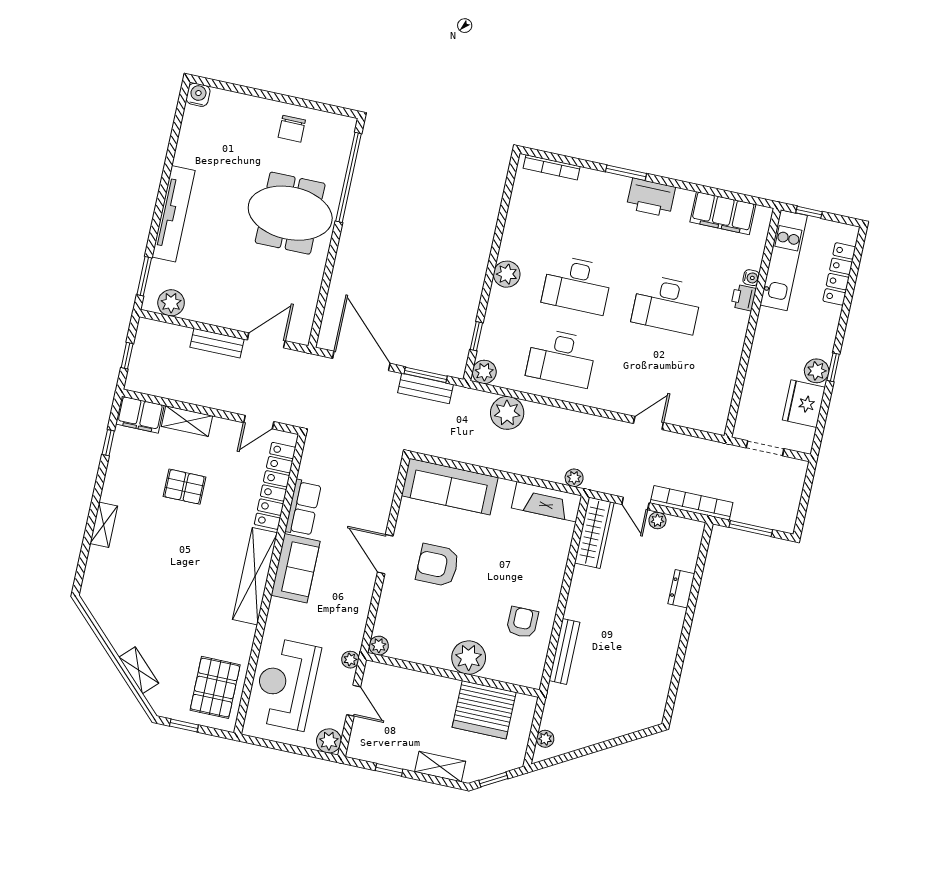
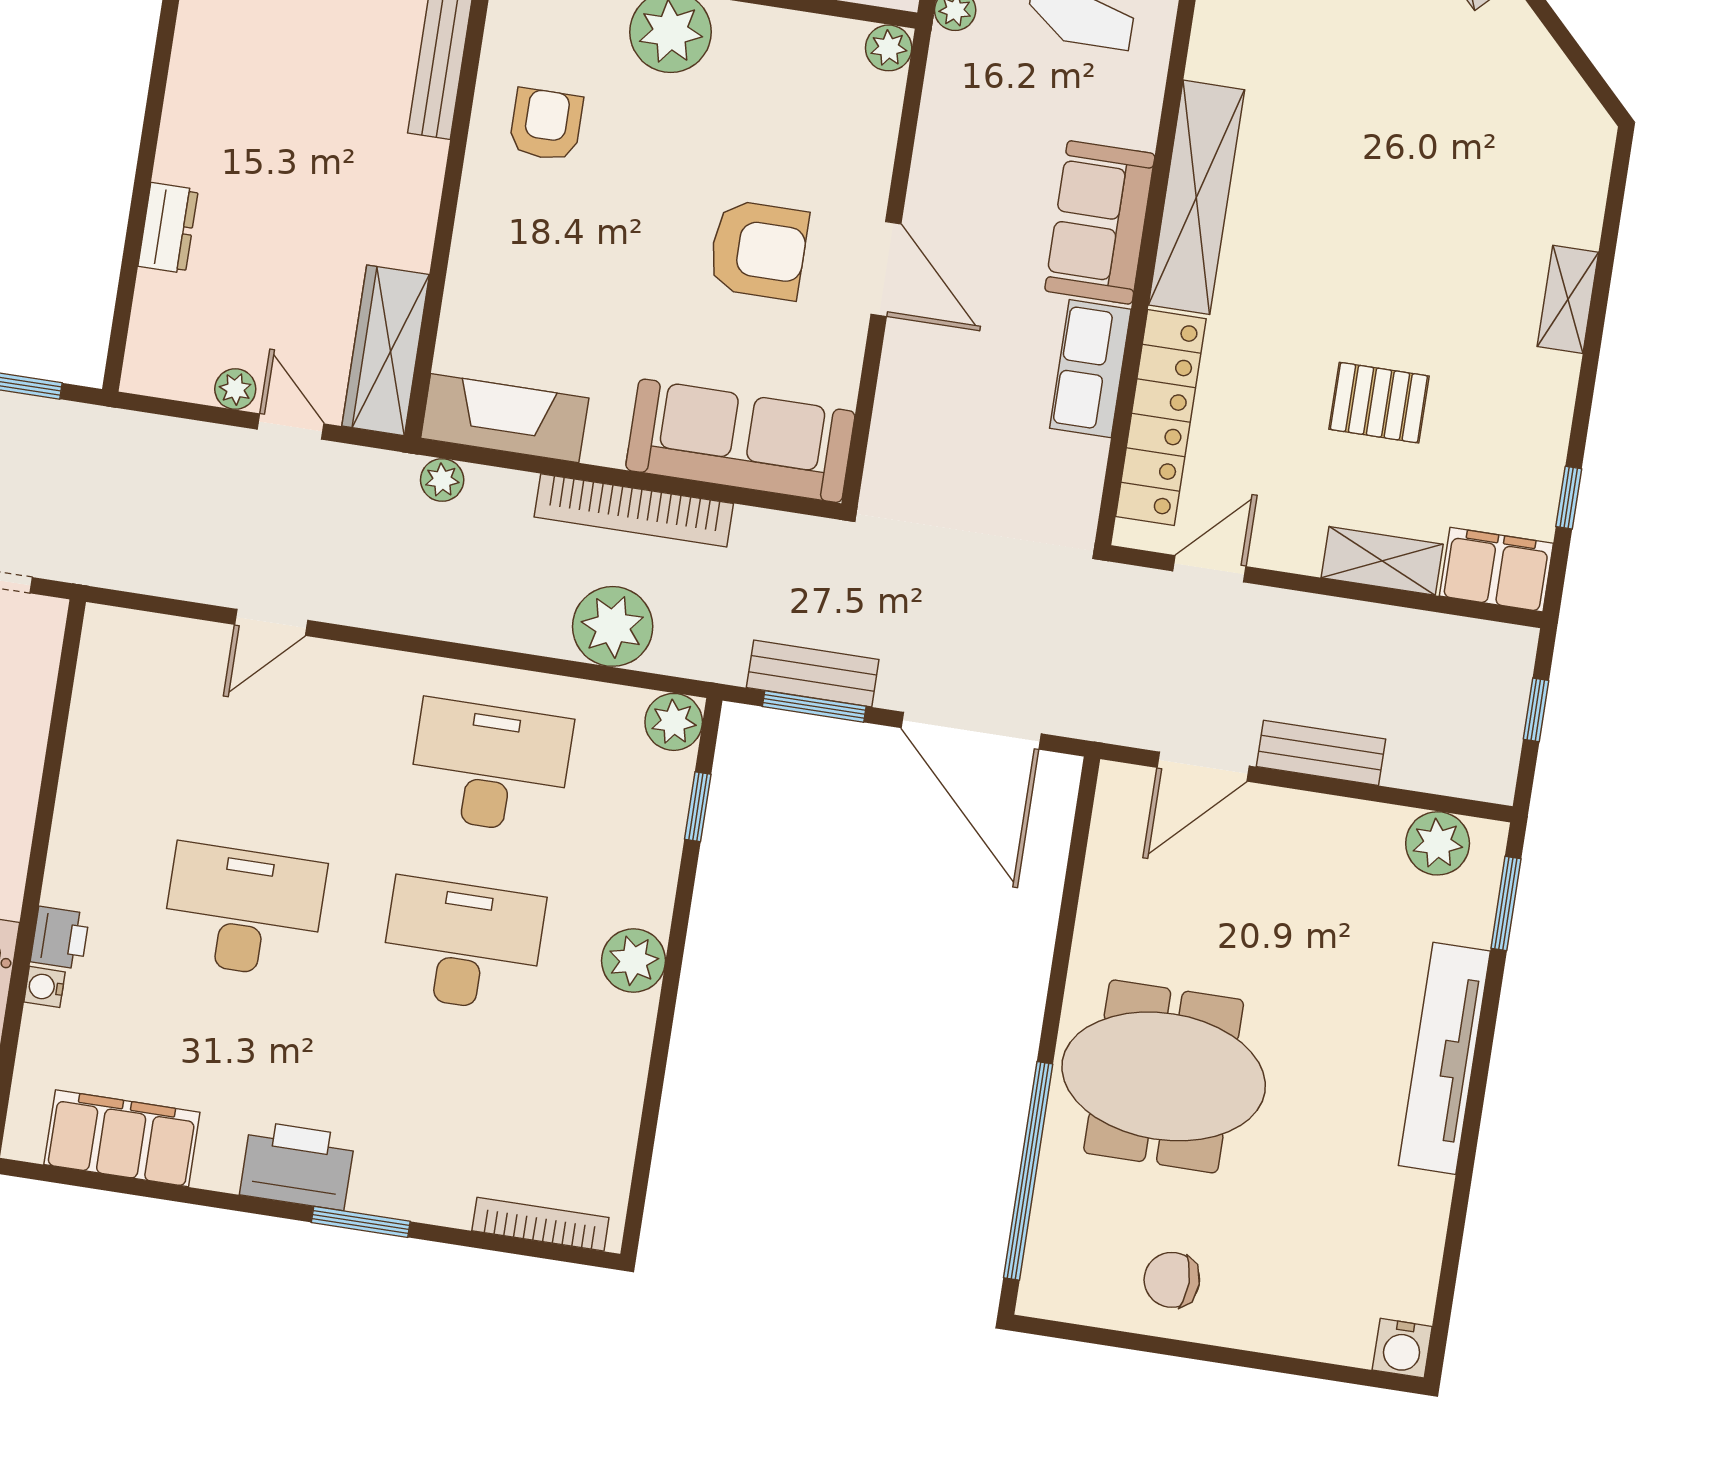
chair: (292, 129) -> (1172, 1280), turned -90
bookcase: (692, 503) -> (634, 510), moved
armchair: (522, 622) -> (546, 125), turned 180

